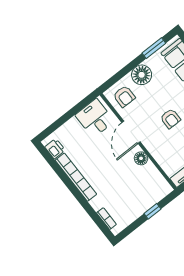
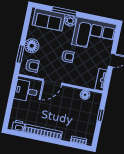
window: (154, 48) -> (20, 54), moved
door: (131, 132) -> (52, 82), hinge flipped
floor lamp: (141, 158) -> (85, 95), moved

